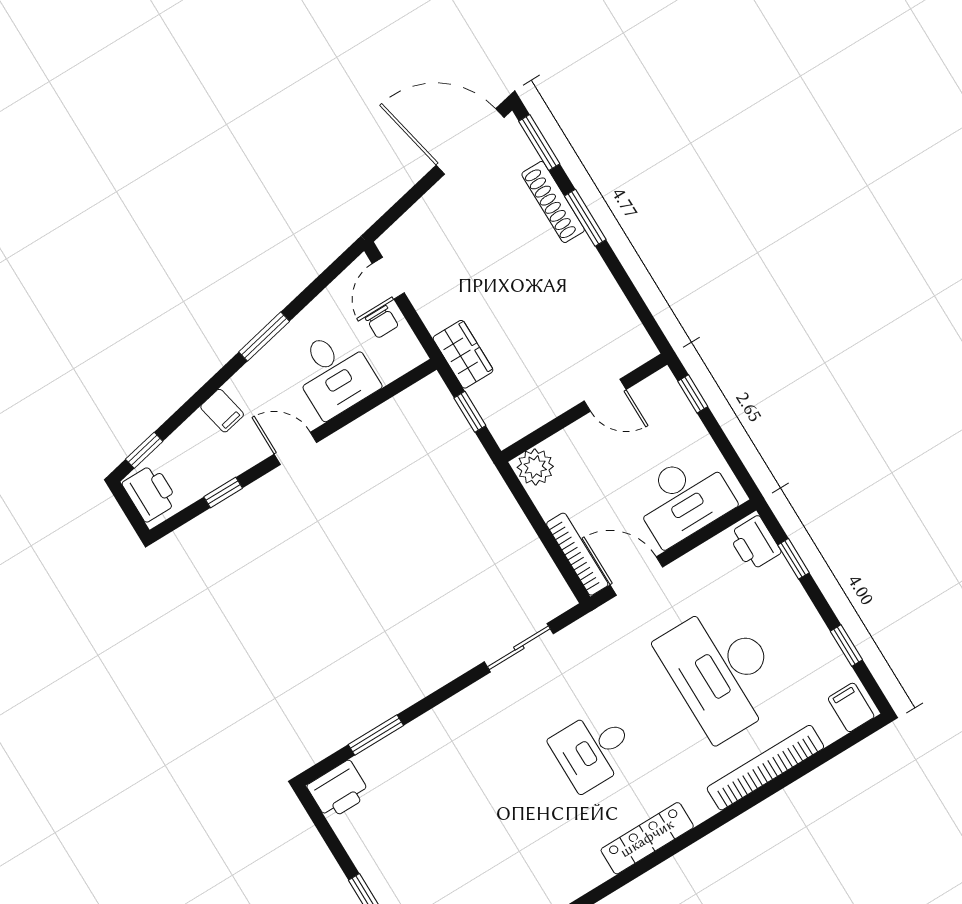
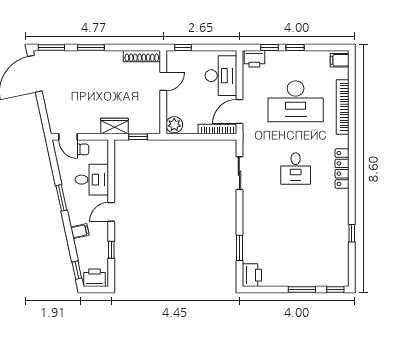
shoe rack: (553, 202) -> (142, 56), moved
window: (846, 645) -> (295, 48), moved

